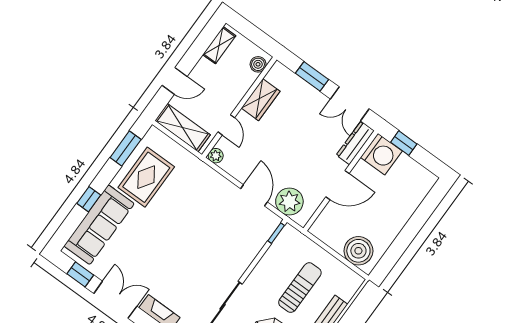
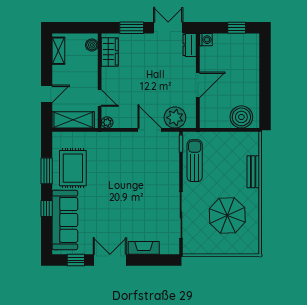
wardrobe: (261, 100) -> (110, 52), moved
double door: (350, 104) -> (168, 28), swing flipped
dresser: (355, 143) -> (190, 45), width x0.70
window: (404, 143) -> (237, 28), moved
window: (126, 149) -> (47, 171), moved
washing machine: (381, 154) -> (206, 40), width x0.53, depth x0.53
sun lounger: (300, 288) -> (195, 161), moved

